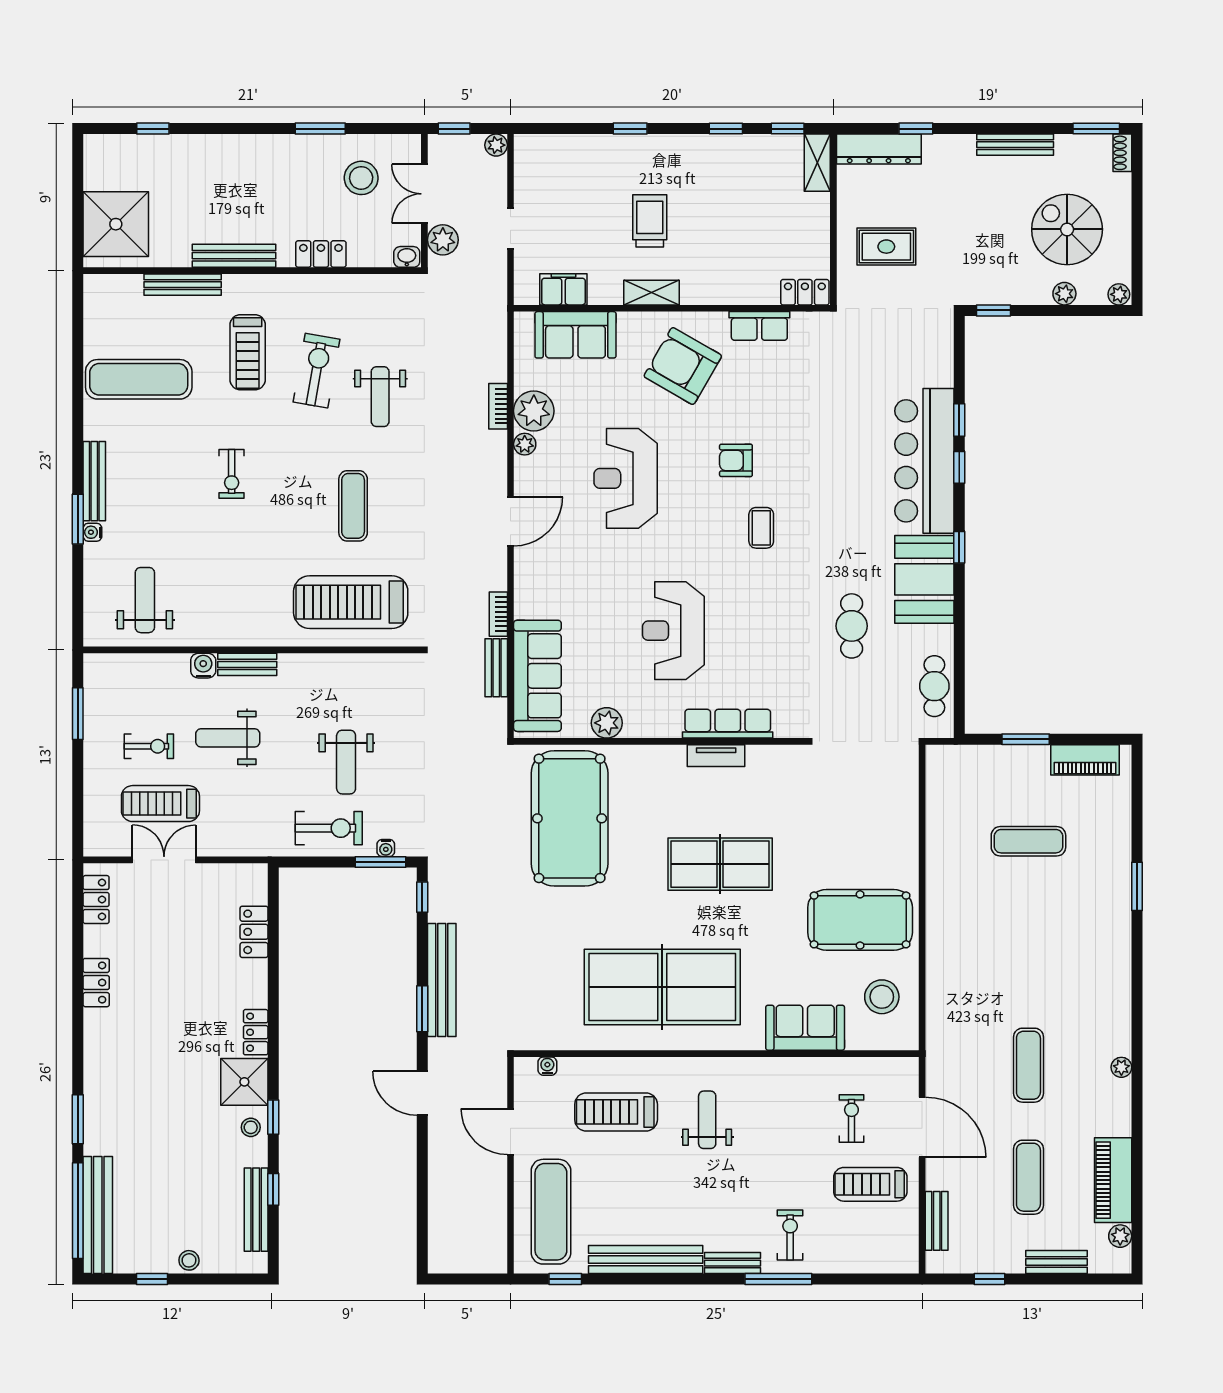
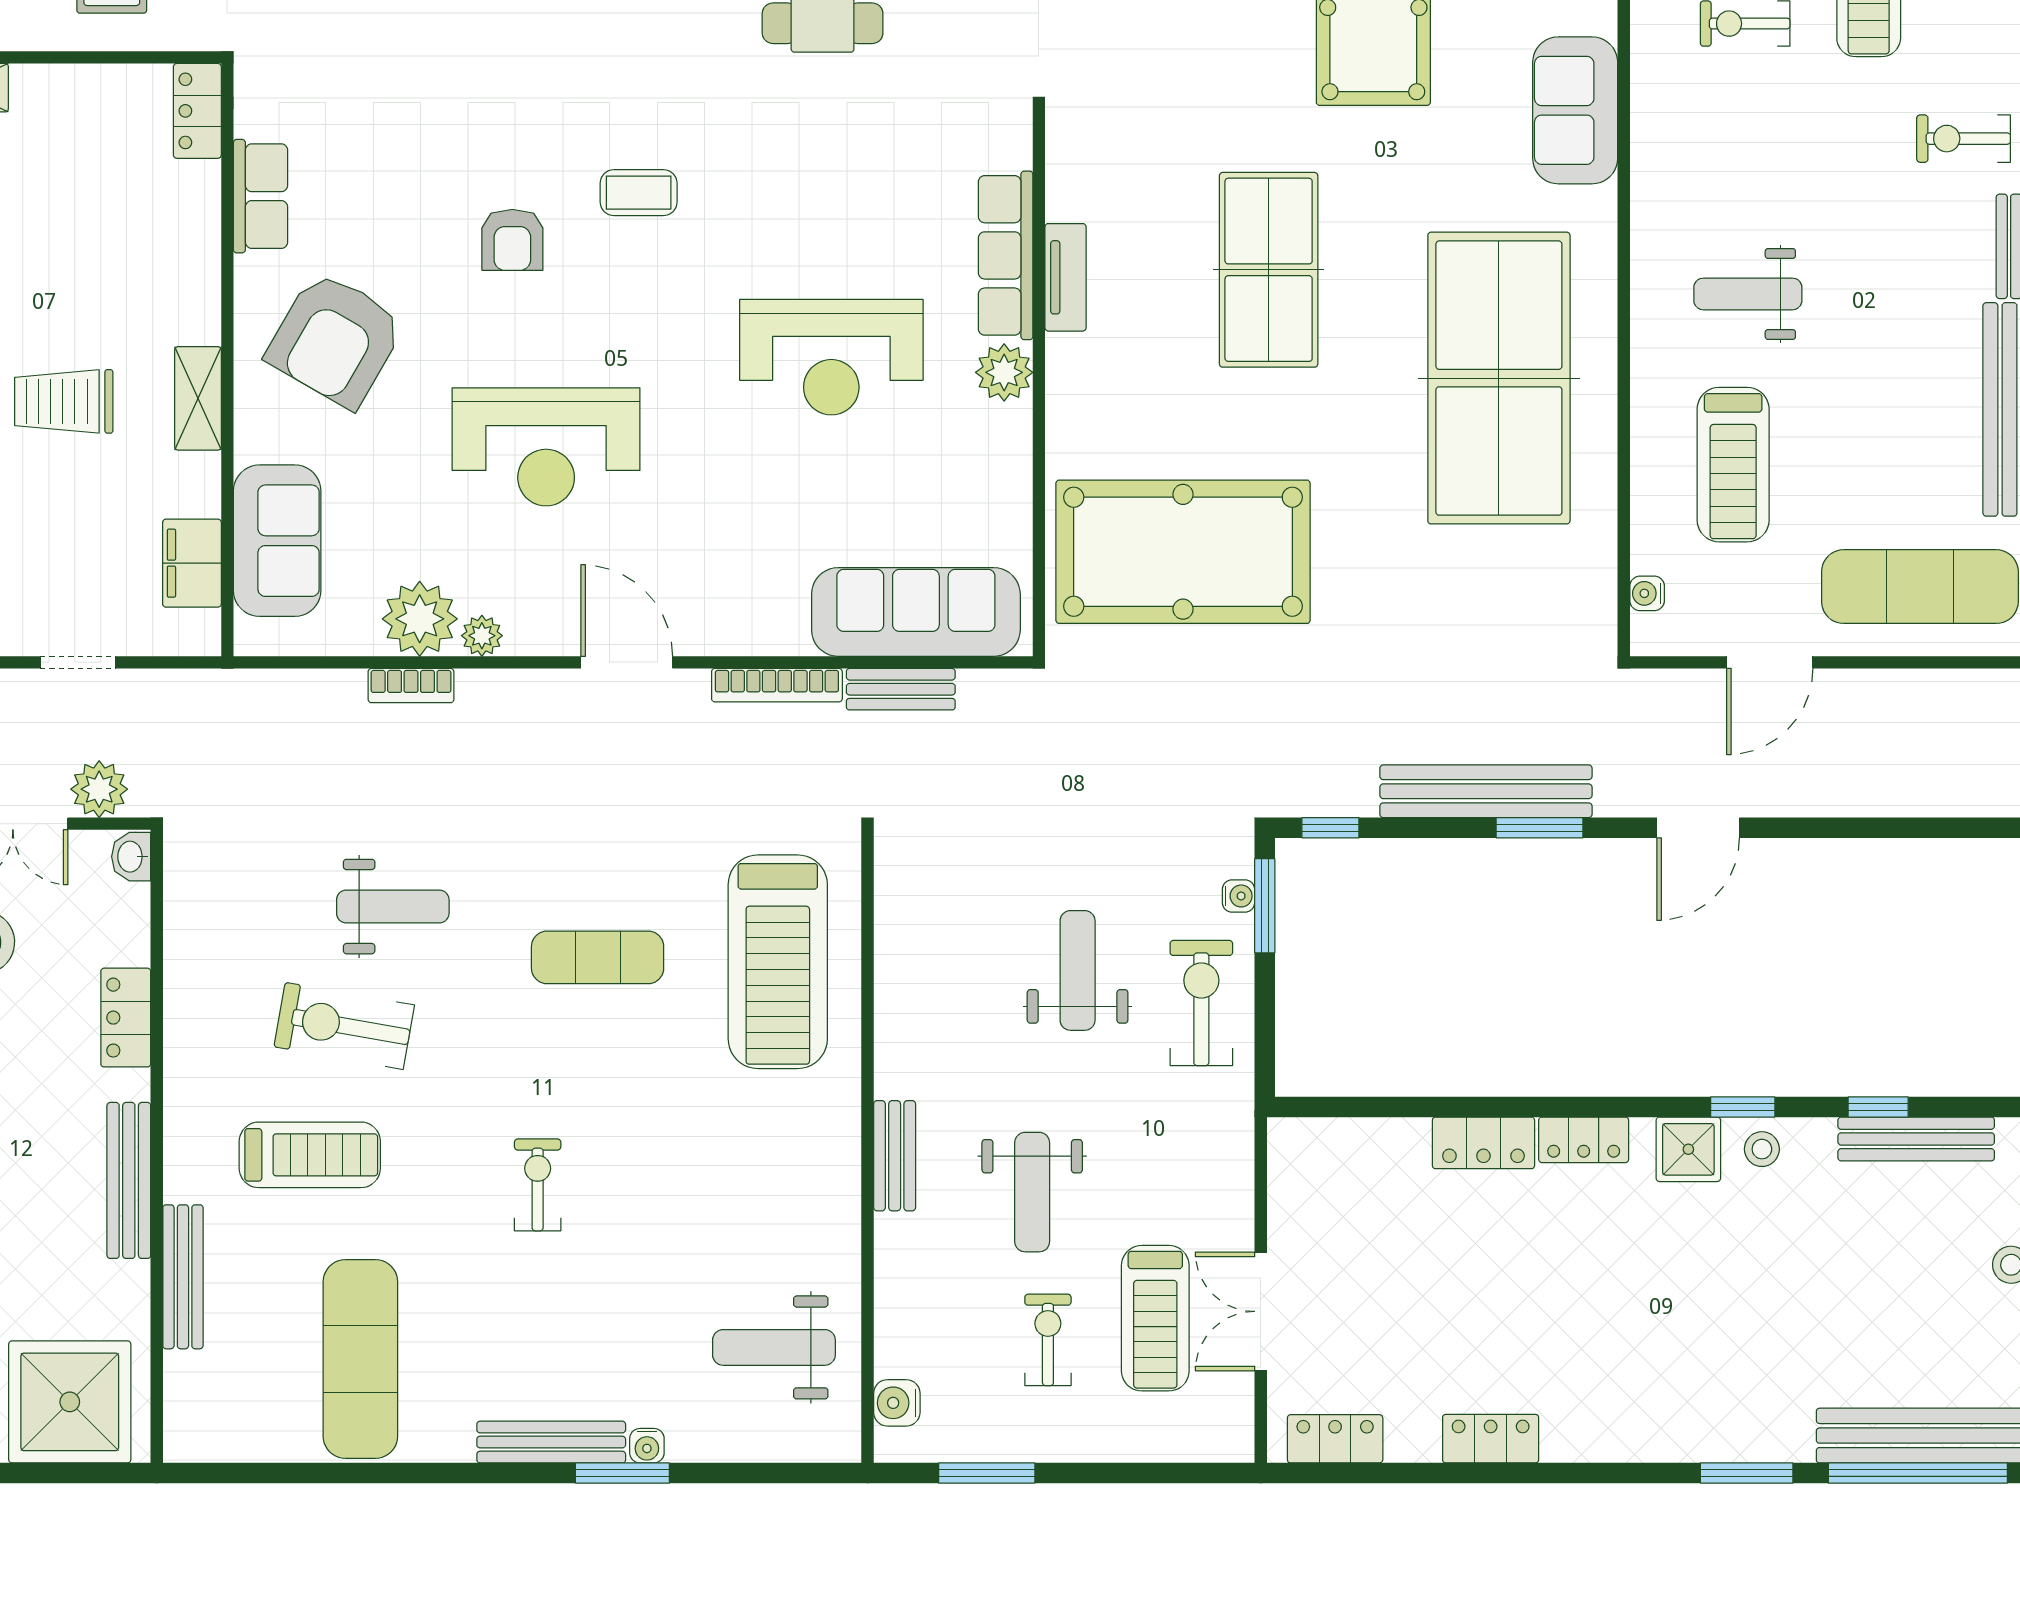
exercise bike: (232, 474) -> (538, 1185), turned -90
bookcase: (498, 614) -> (777, 685), width x1.56
water cooler: (203, 666) -> (897, 1403), moved
plant: (607, 723) -> (1004, 372), moved
weight bench: (346, 762) -> (1078, 970), turned -90
locker: (254, 932) -> (1483, 1143), moved
shower: (244, 1082) -> (1688, 1149), width x0.73, depth x0.73

